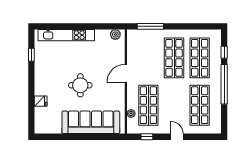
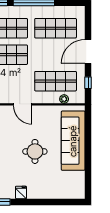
fridge: (41, 101) -> (21, 192), moved
door: (177, 137) -> (88, 52), width x1.87

